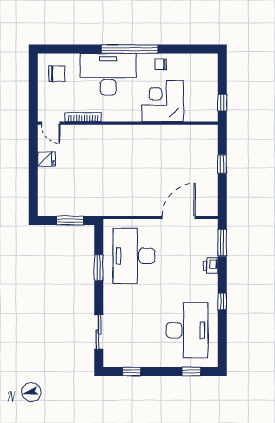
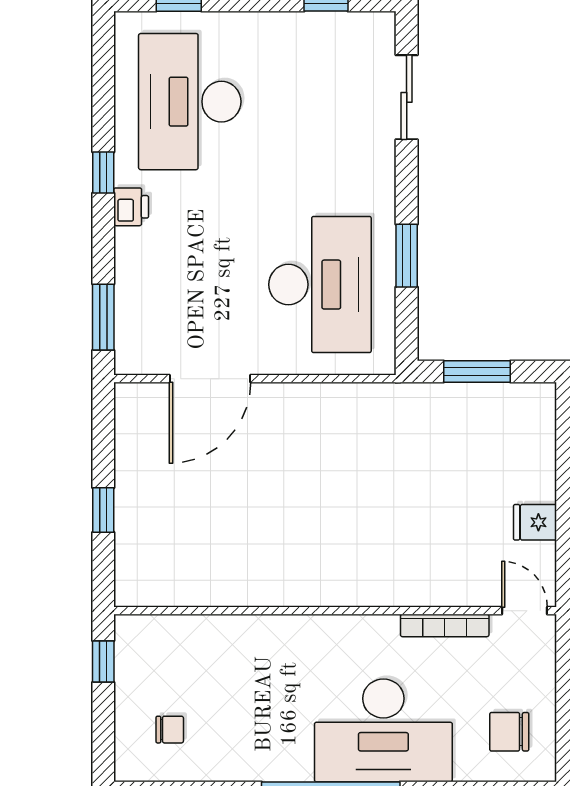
chair: (161, 64) -> (170, 730), moved
corner desk: (163, 101) -> (250, 665), removed
printer: (211, 266) -> (131, 207), moved

